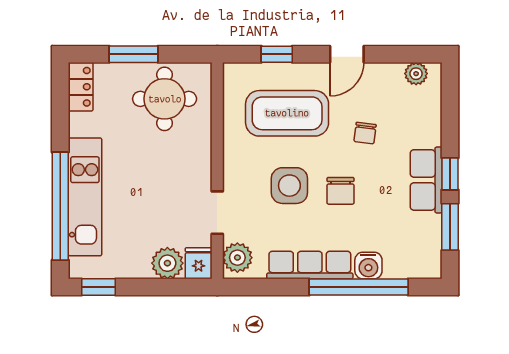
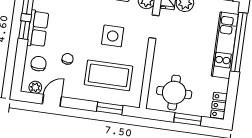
window: (277, 54) -> (110, 108), width x1.50
door: (347, 54) -> (52, 100), moved
chair: (340, 191) -> (39, 64), moved

